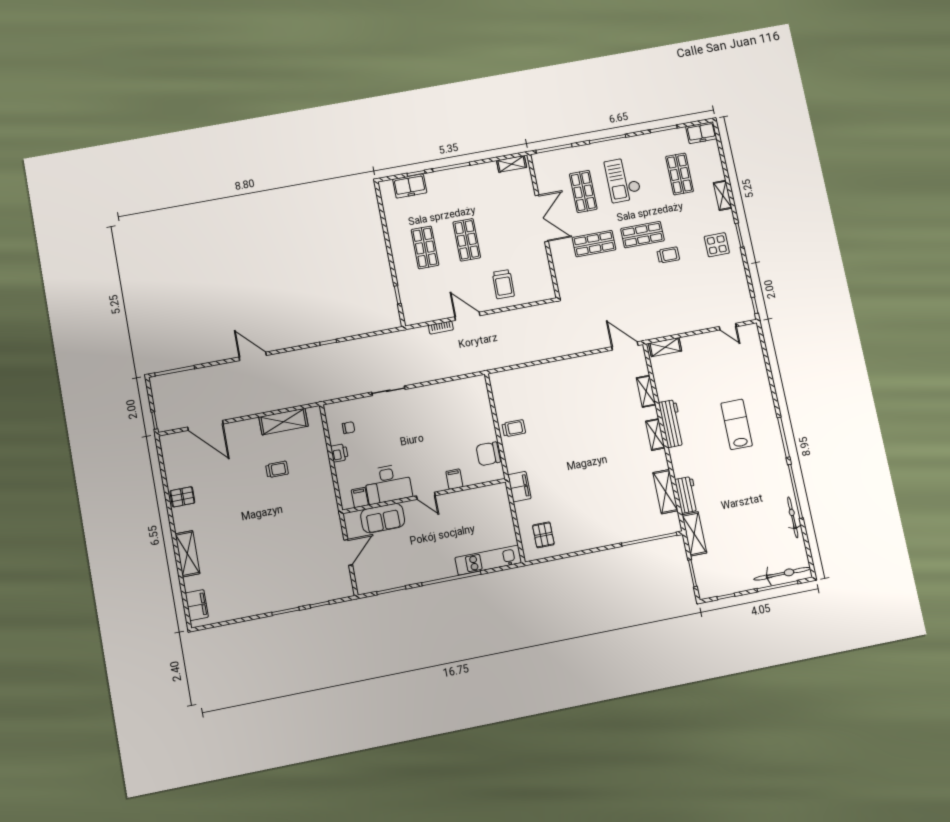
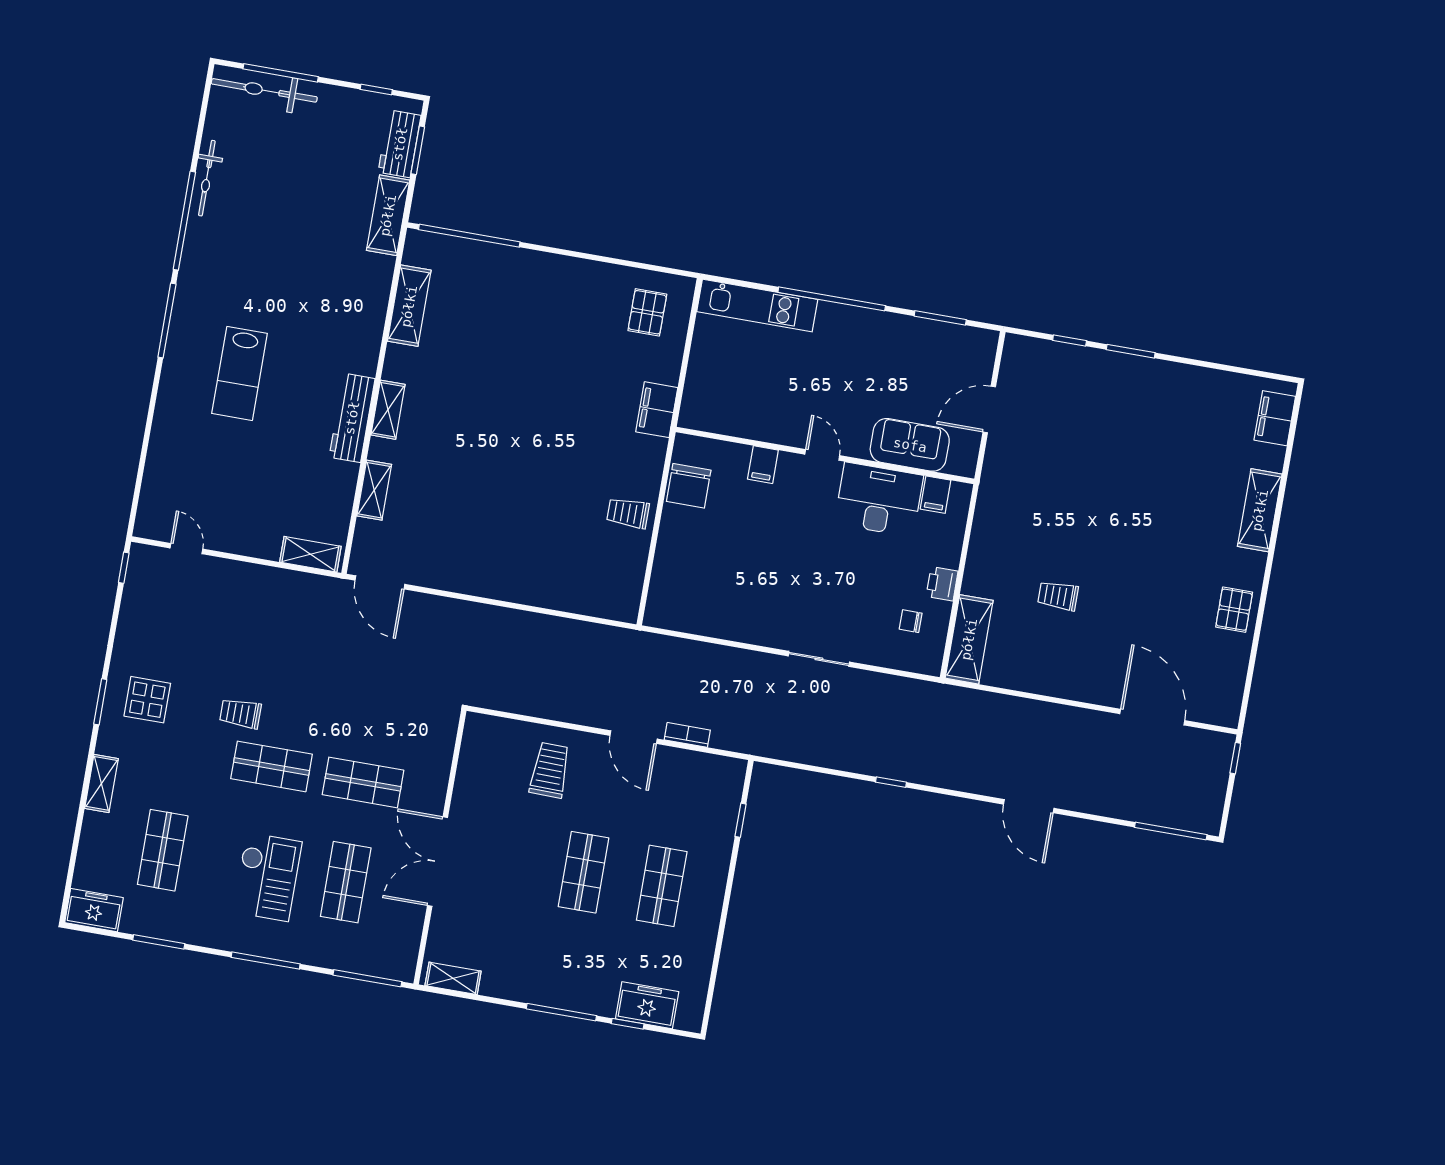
shelving: (284, 422) -> (969, 639), moved, turned 90
chair: (488, 454) -> (689, 486), turned 90
workbench: (687, 495) -> (400, 144), moved
pallet: (182, 497) -> (1234, 610), turned 90

